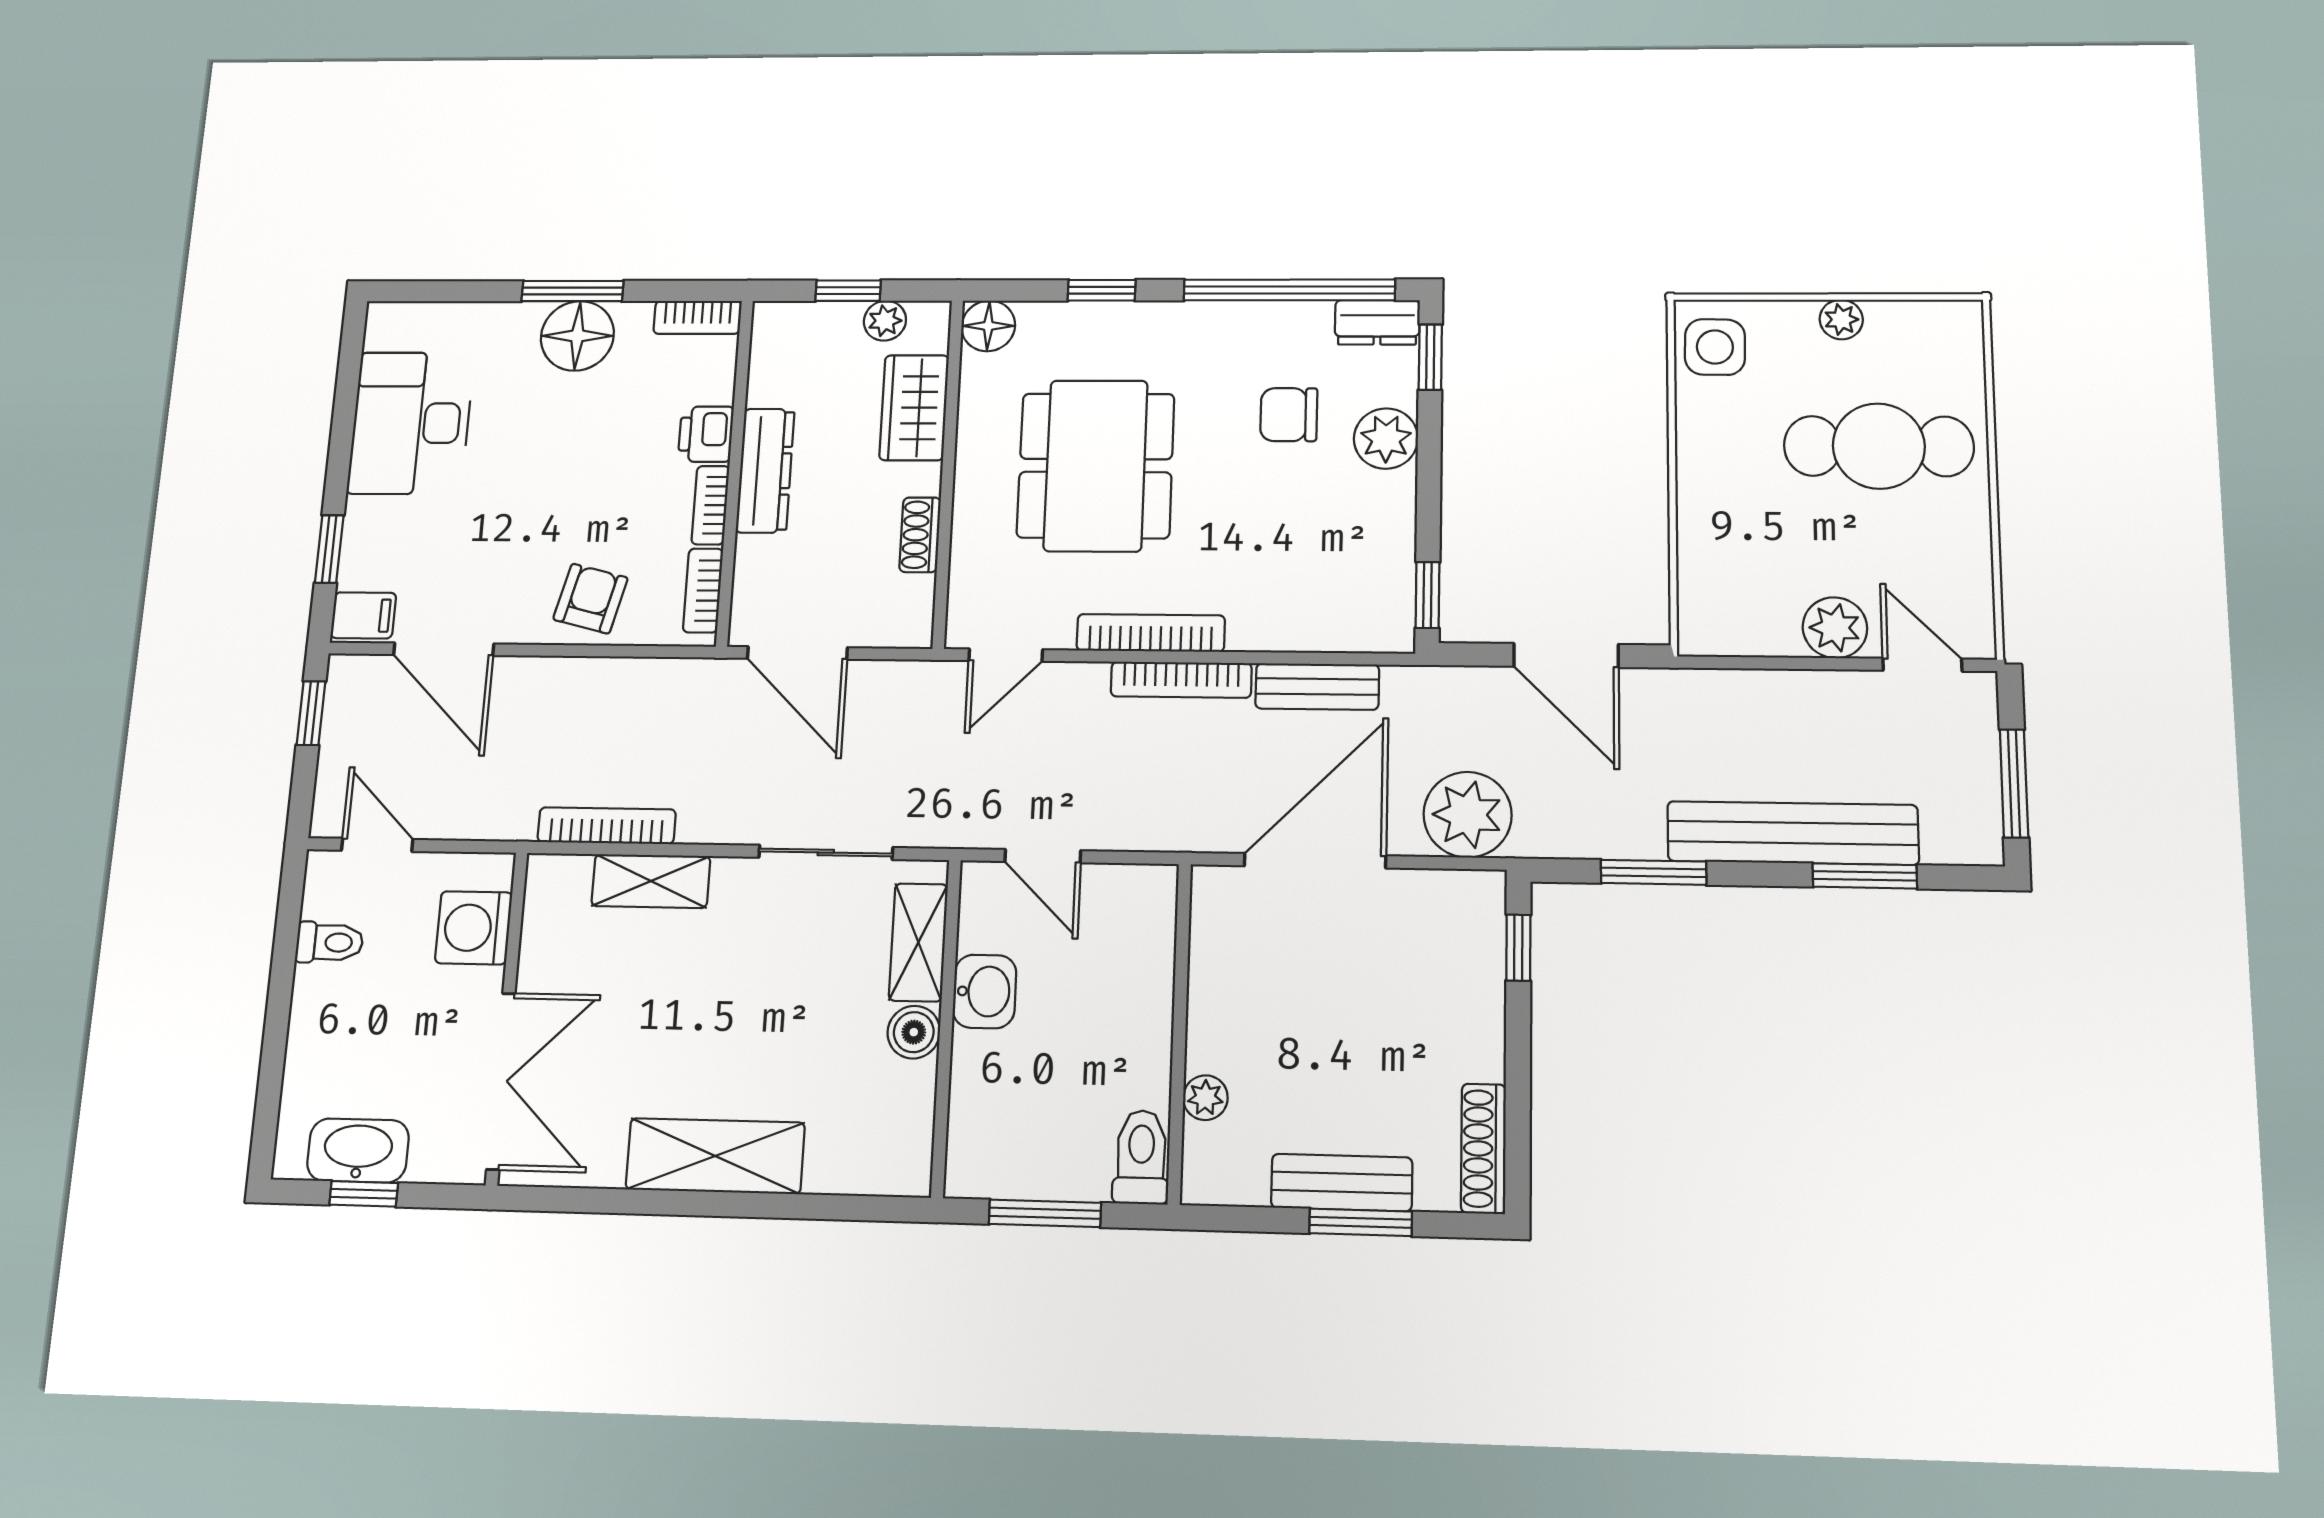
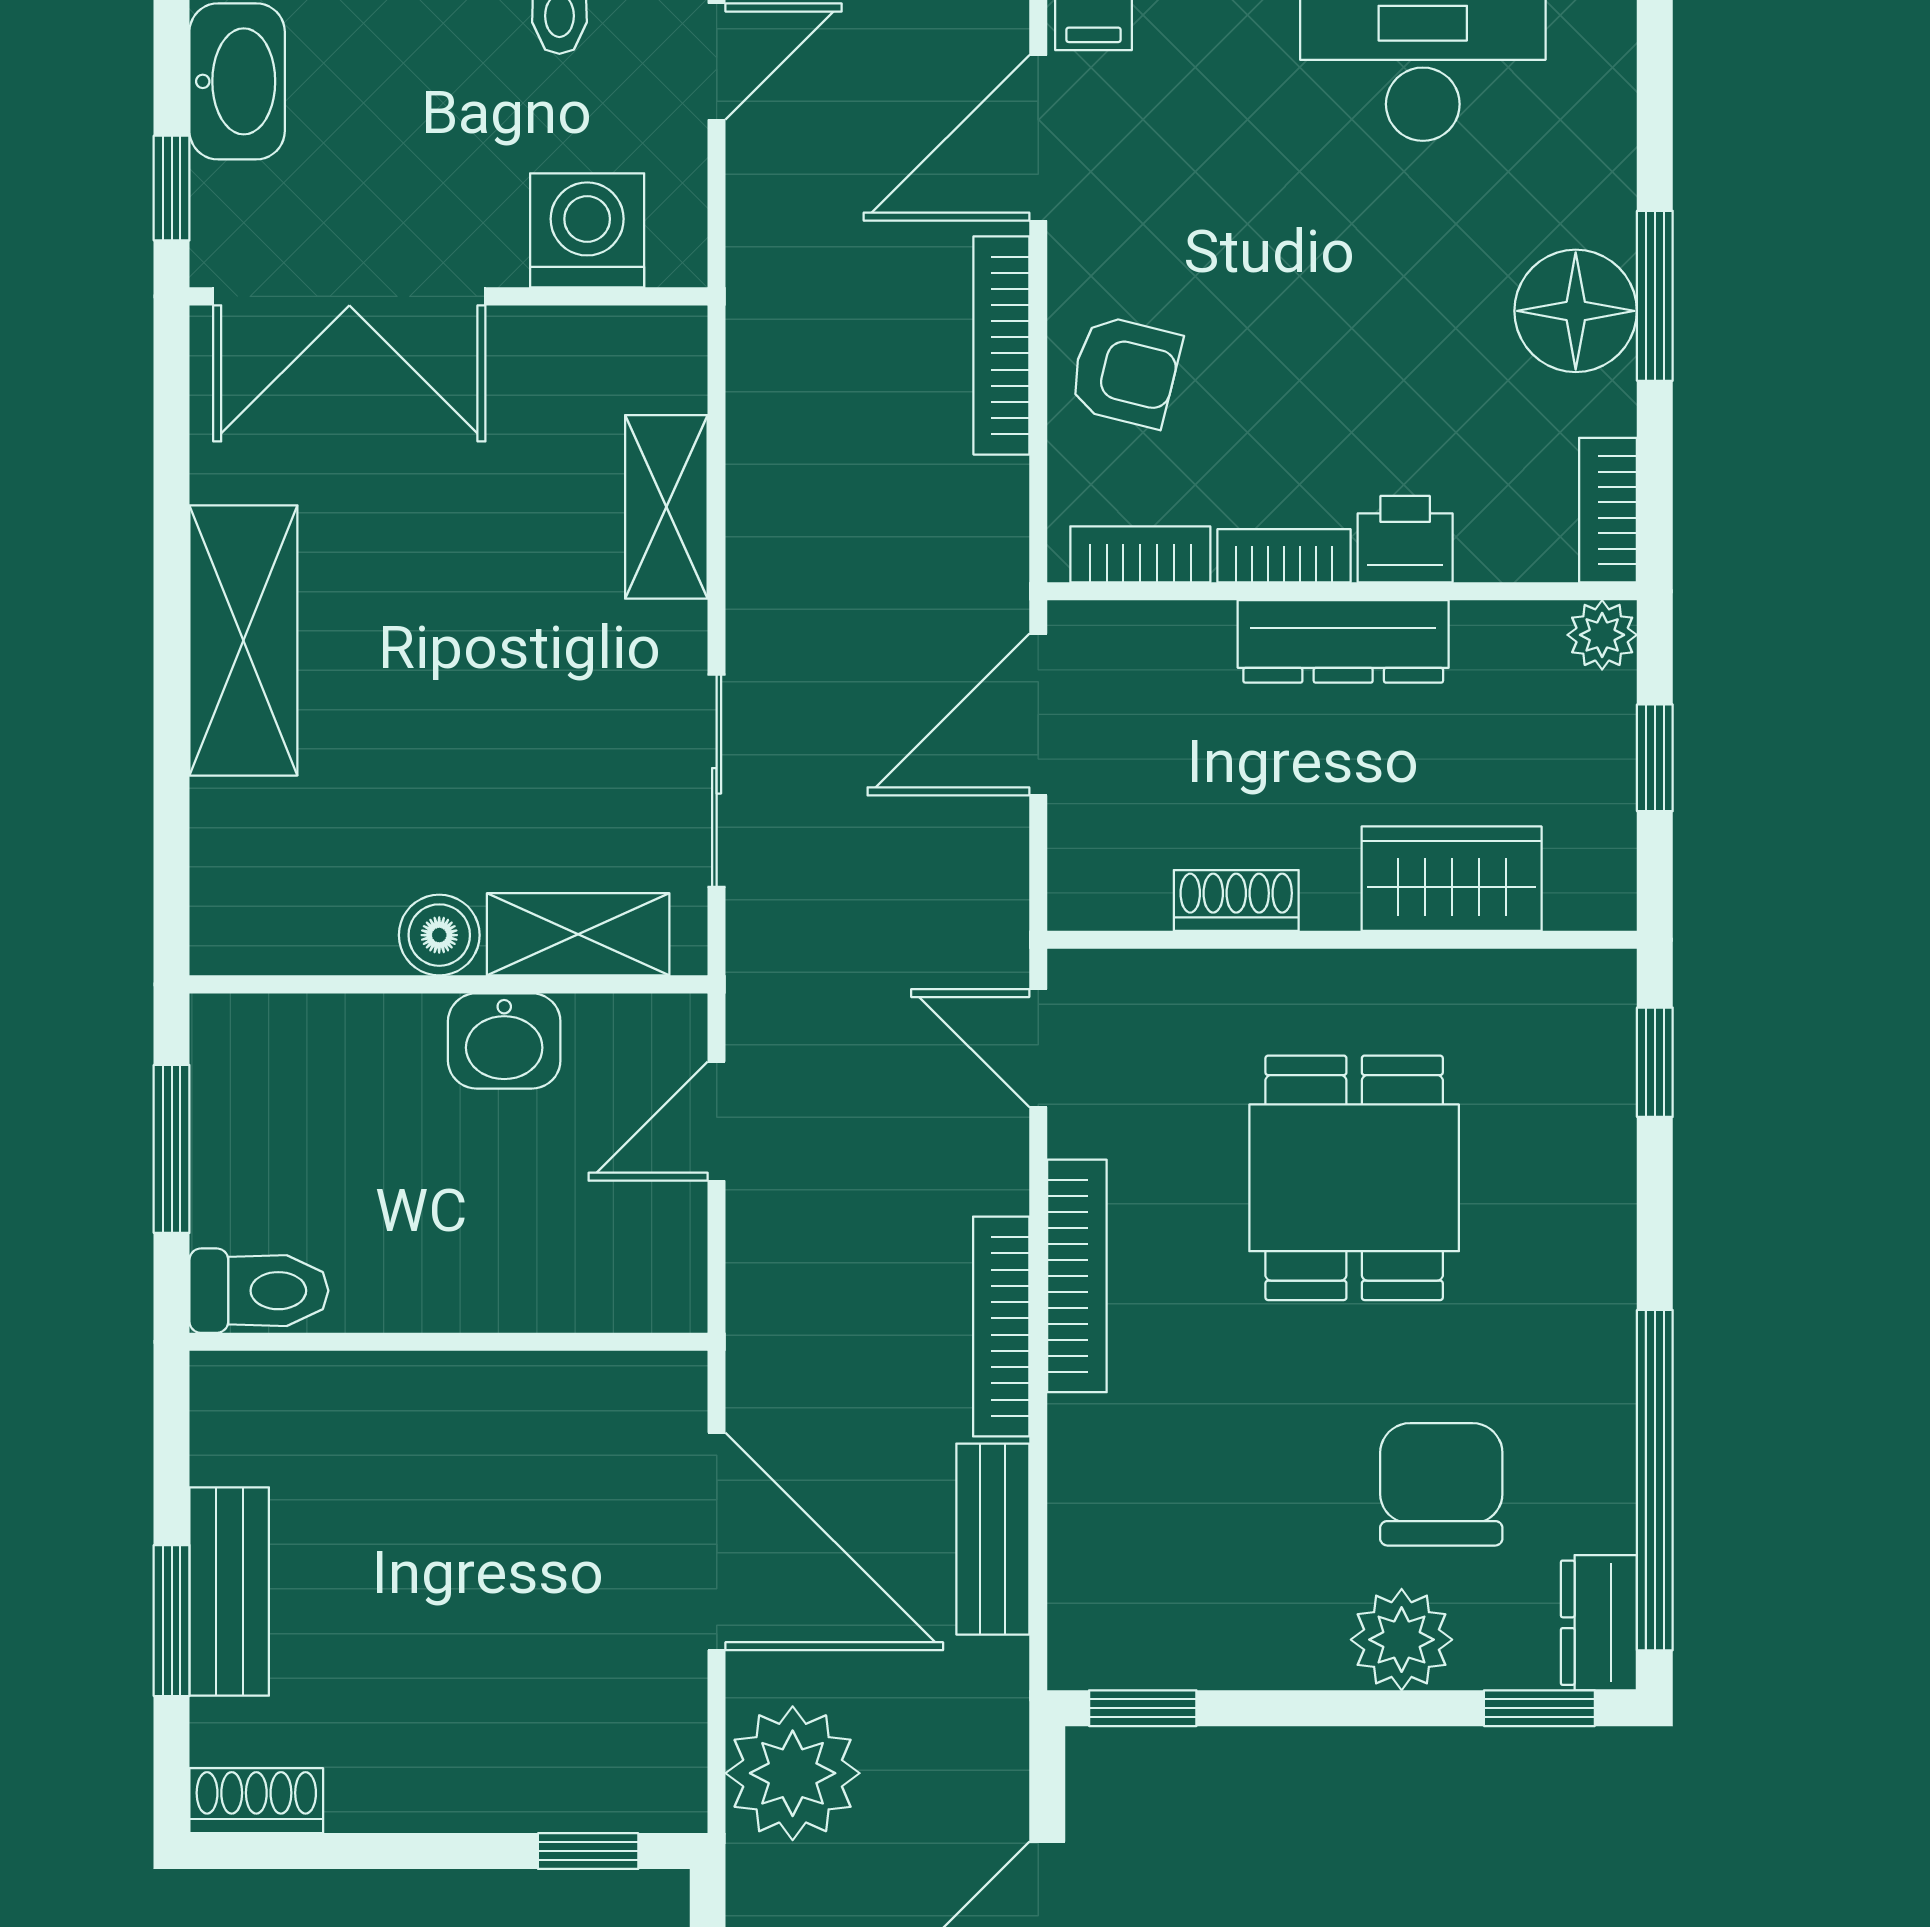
window: (1102, 290) -> (1655, 1062), moved
plant: (885, 321) -> (1602, 635), moved
floor lamp: (988, 326) -> (1593, 993), removed
chair: (1289, 415) -> (1441, 1484), width x1.37, depth x1.37
dining table: (1096, 466) -> (1354, 1178), width x0.73
bookcase: (607, 826) -> (1001, 345), moved, turned 180
plant: (1205, 1098) -> (350, 1384), removed
shoe rack: (1483, 1149) -> (256, 1801), width x0.70
window: (364, 1194) -> (172, 188), moved

